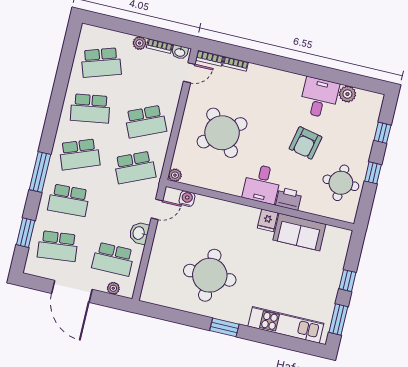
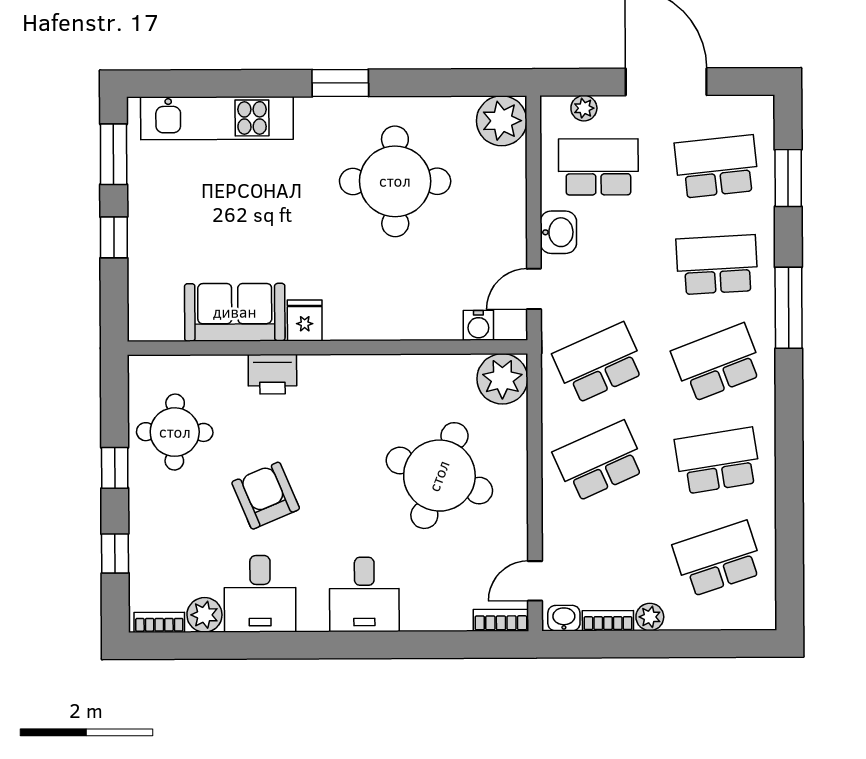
bookcase: (236, 64) -> (159, 622), moved
round table: (222, 133) -> (439, 476), turned -30
armchair: (306, 143) -> (266, 496), turned -35
plant: (175, 175) -> (502, 379), width x1.88, depth x1.88
desk: (262, 184) -> (364, 594), moved, turned 180
plant: (153, 292) -> (502, 121), added

